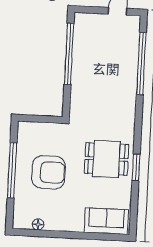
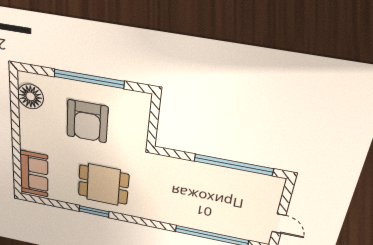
dining table: (106, 159) -> (103, 185), turned 90
floor lamp: (38, 224) -> (31, 96), width x1.89, depth x1.89

